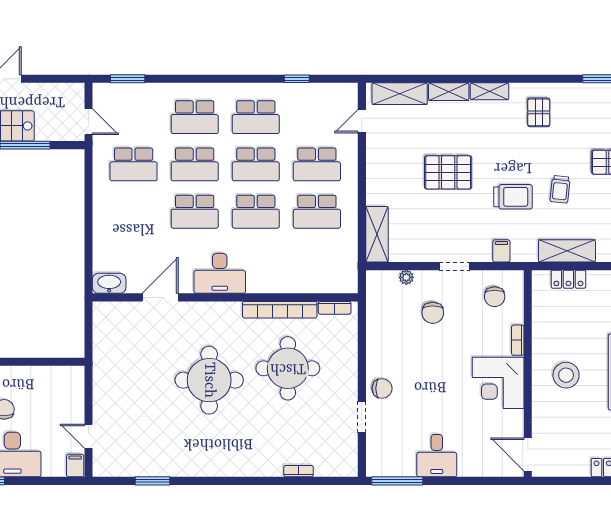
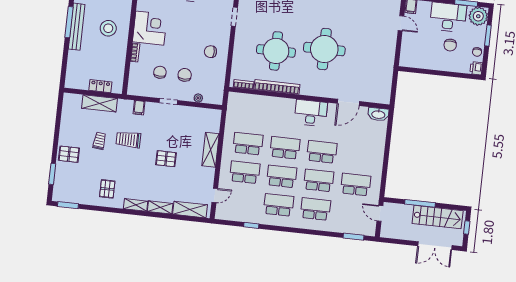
pallet: (448, 172) -> (166, 159), width x0.67, depth x0.71
shelving: (377, 234) -> (210, 150), moved
chair: (495, 297) -> (160, 72), moved
chair: (382, 389) -> (210, 52), moved

